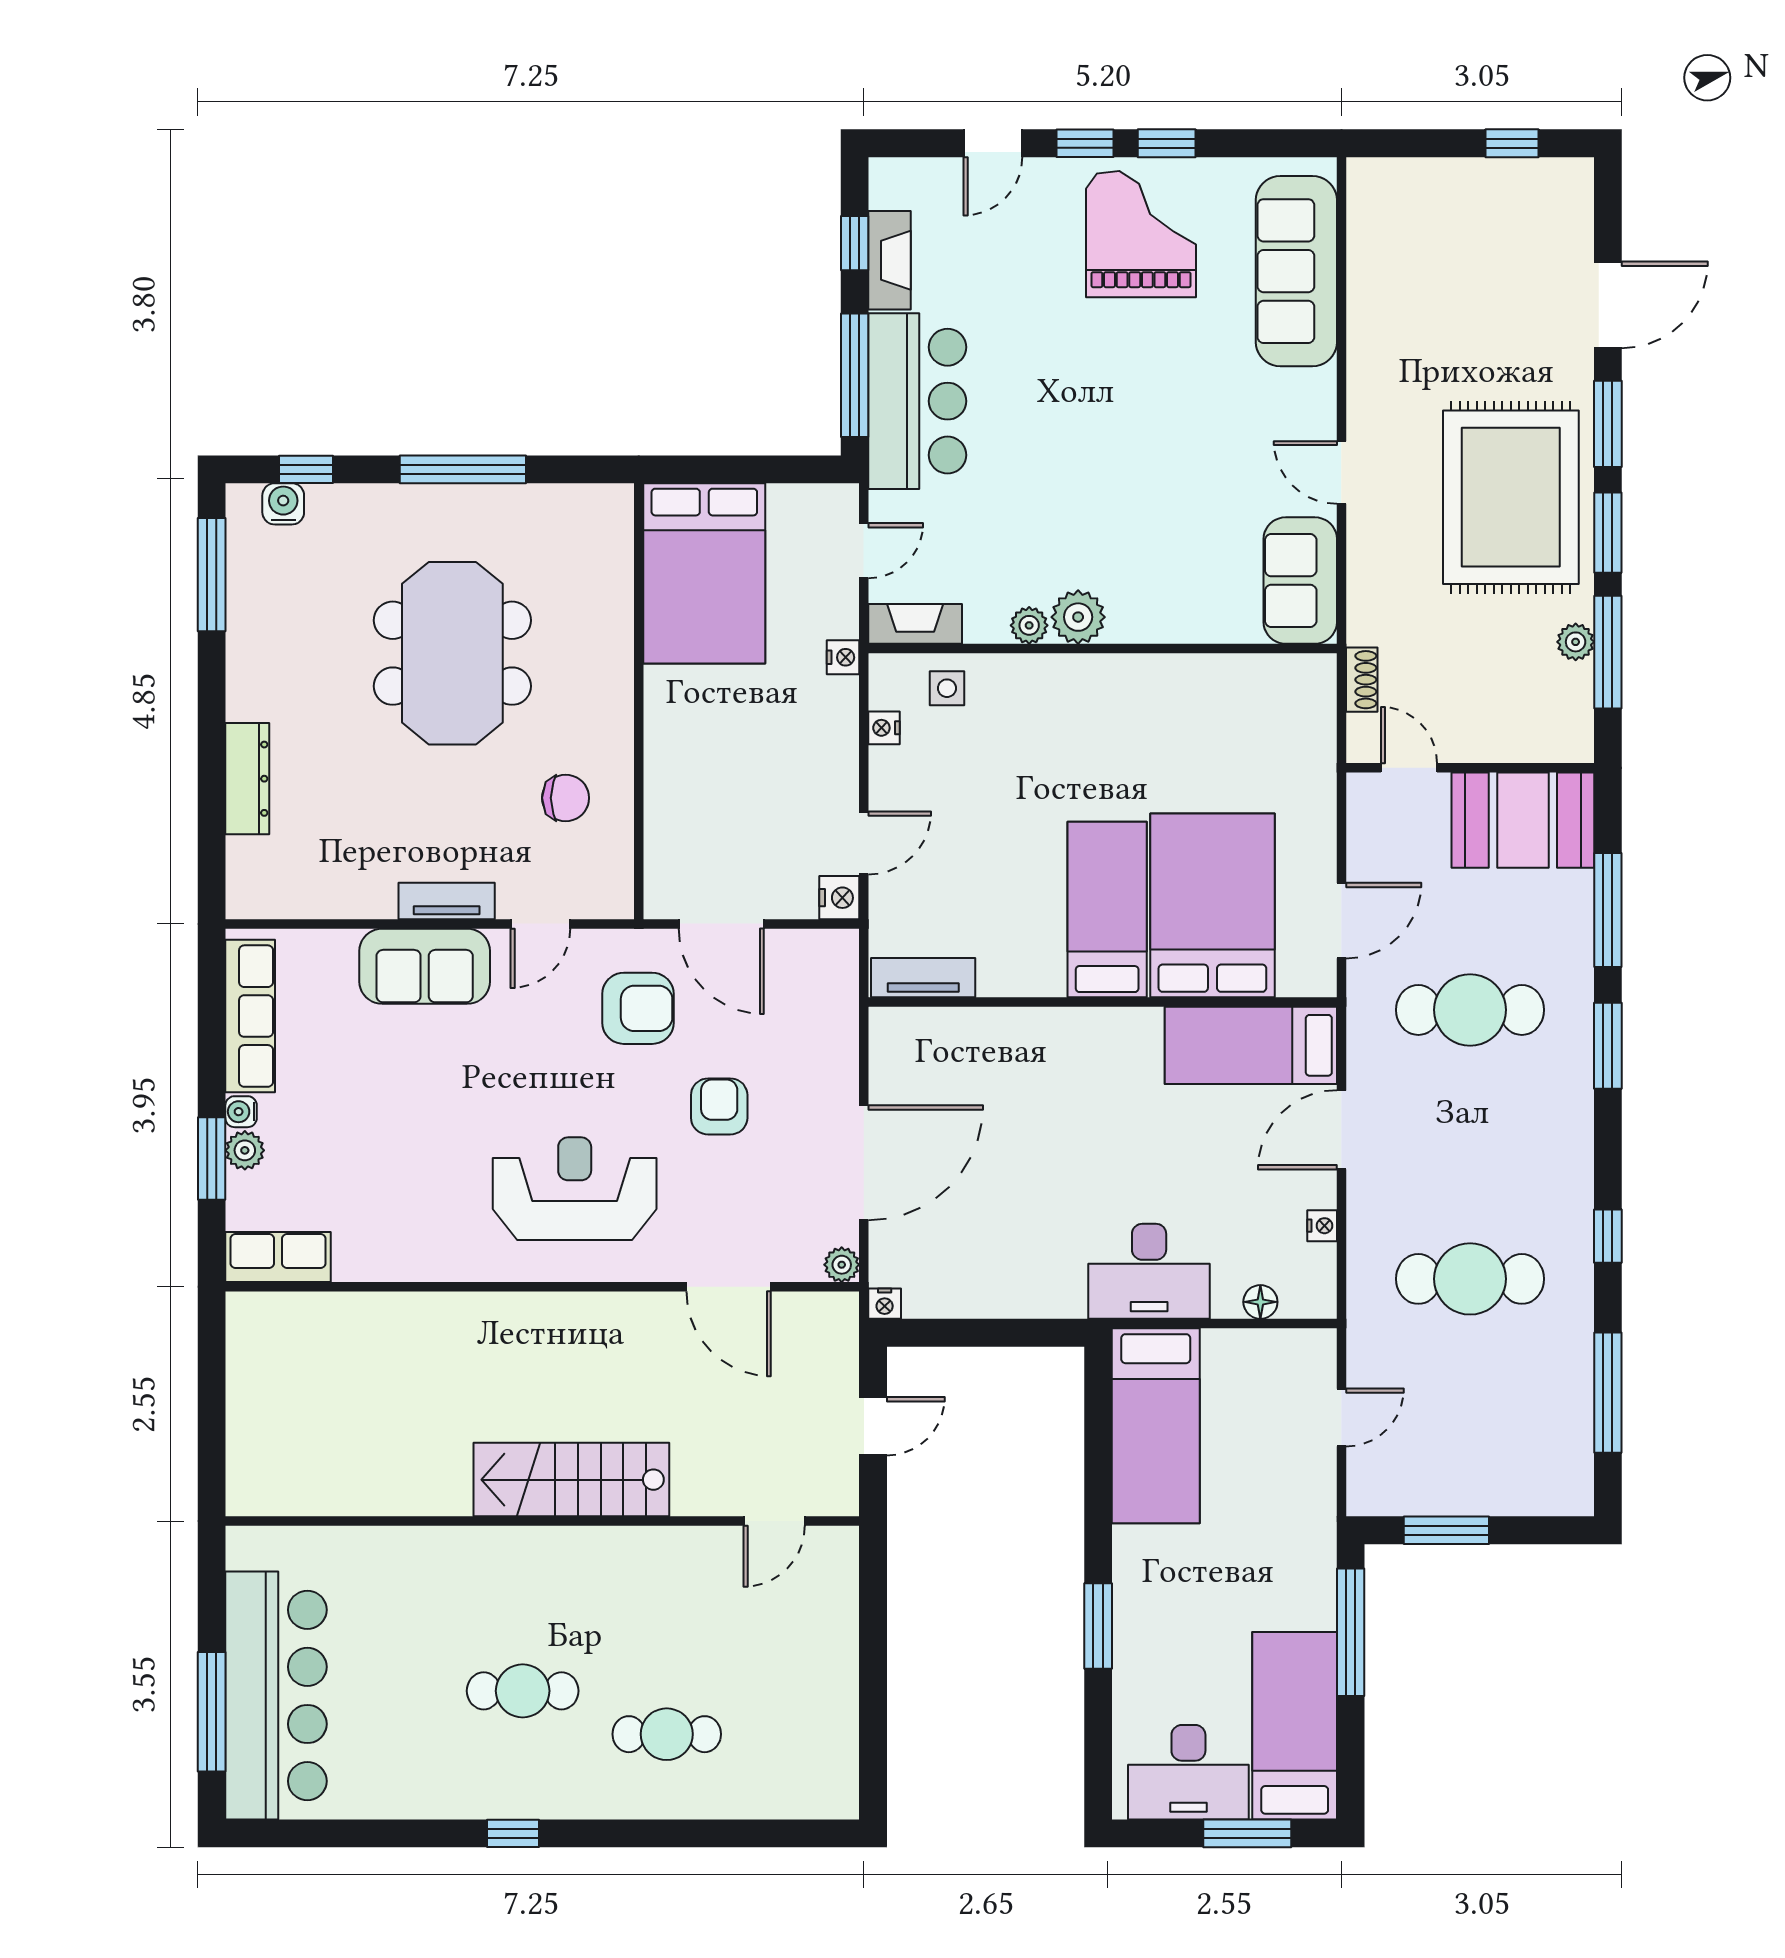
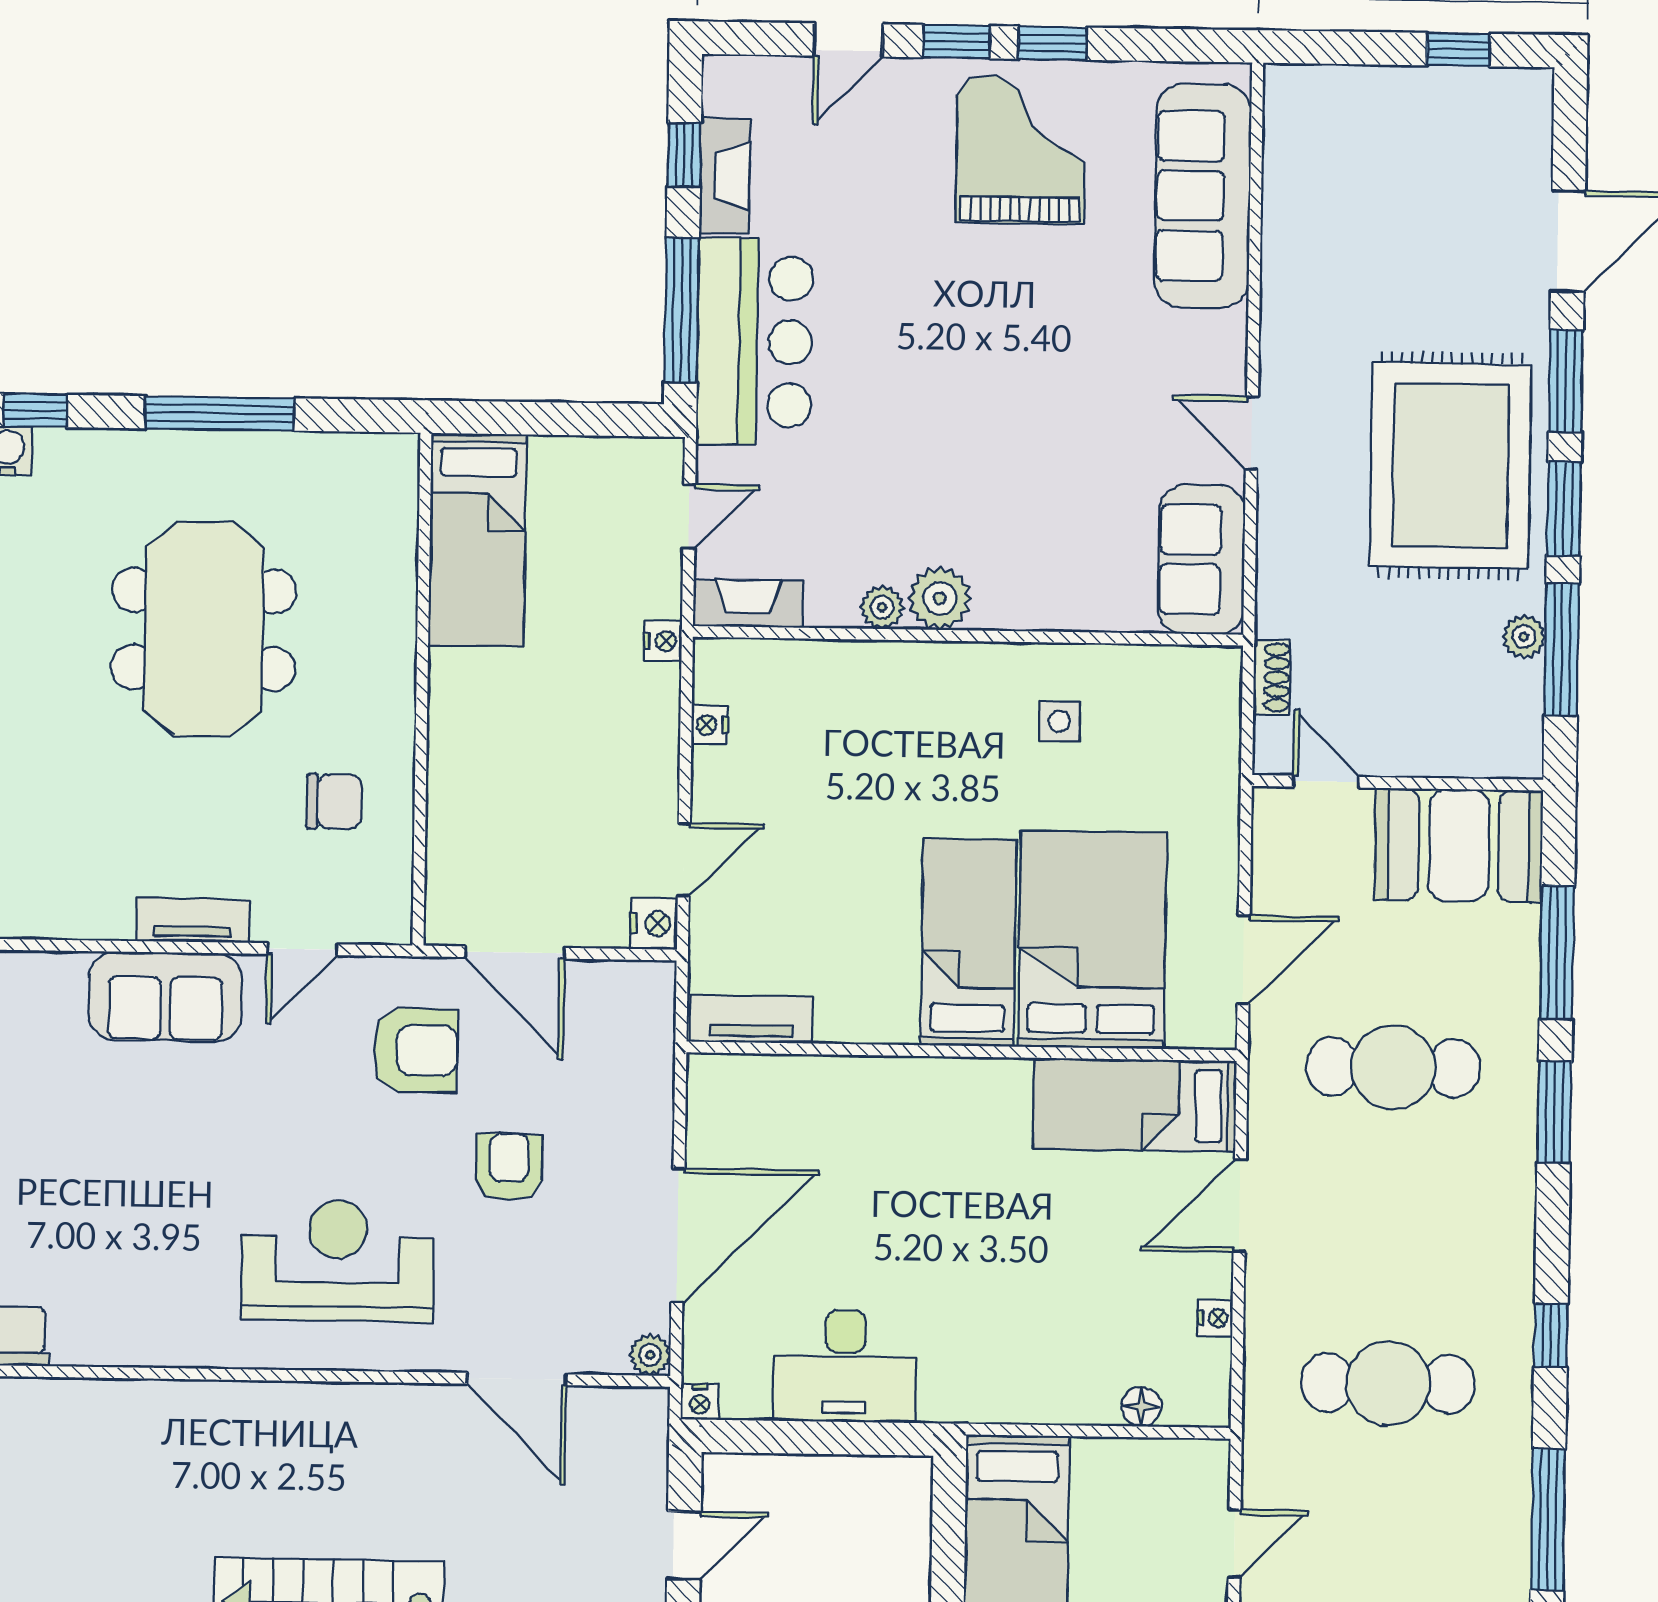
bed: (704, 573) -> (477, 540), width x0.67
side table: (947, 688) -> (1059, 721), moved
desk: (1149, 1271) -> (845, 1366), moved

